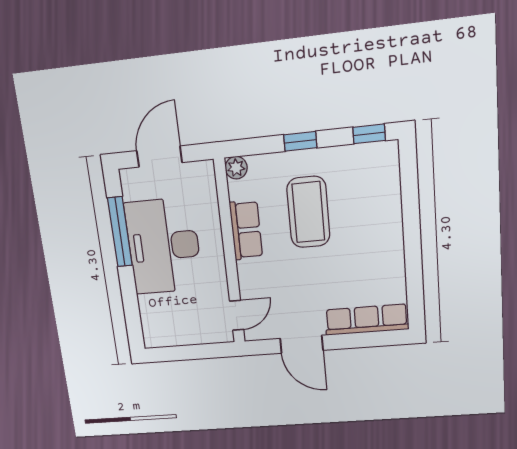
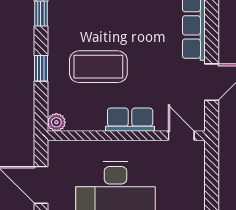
row of seats: (246, 230) -> (130, 120), moved

